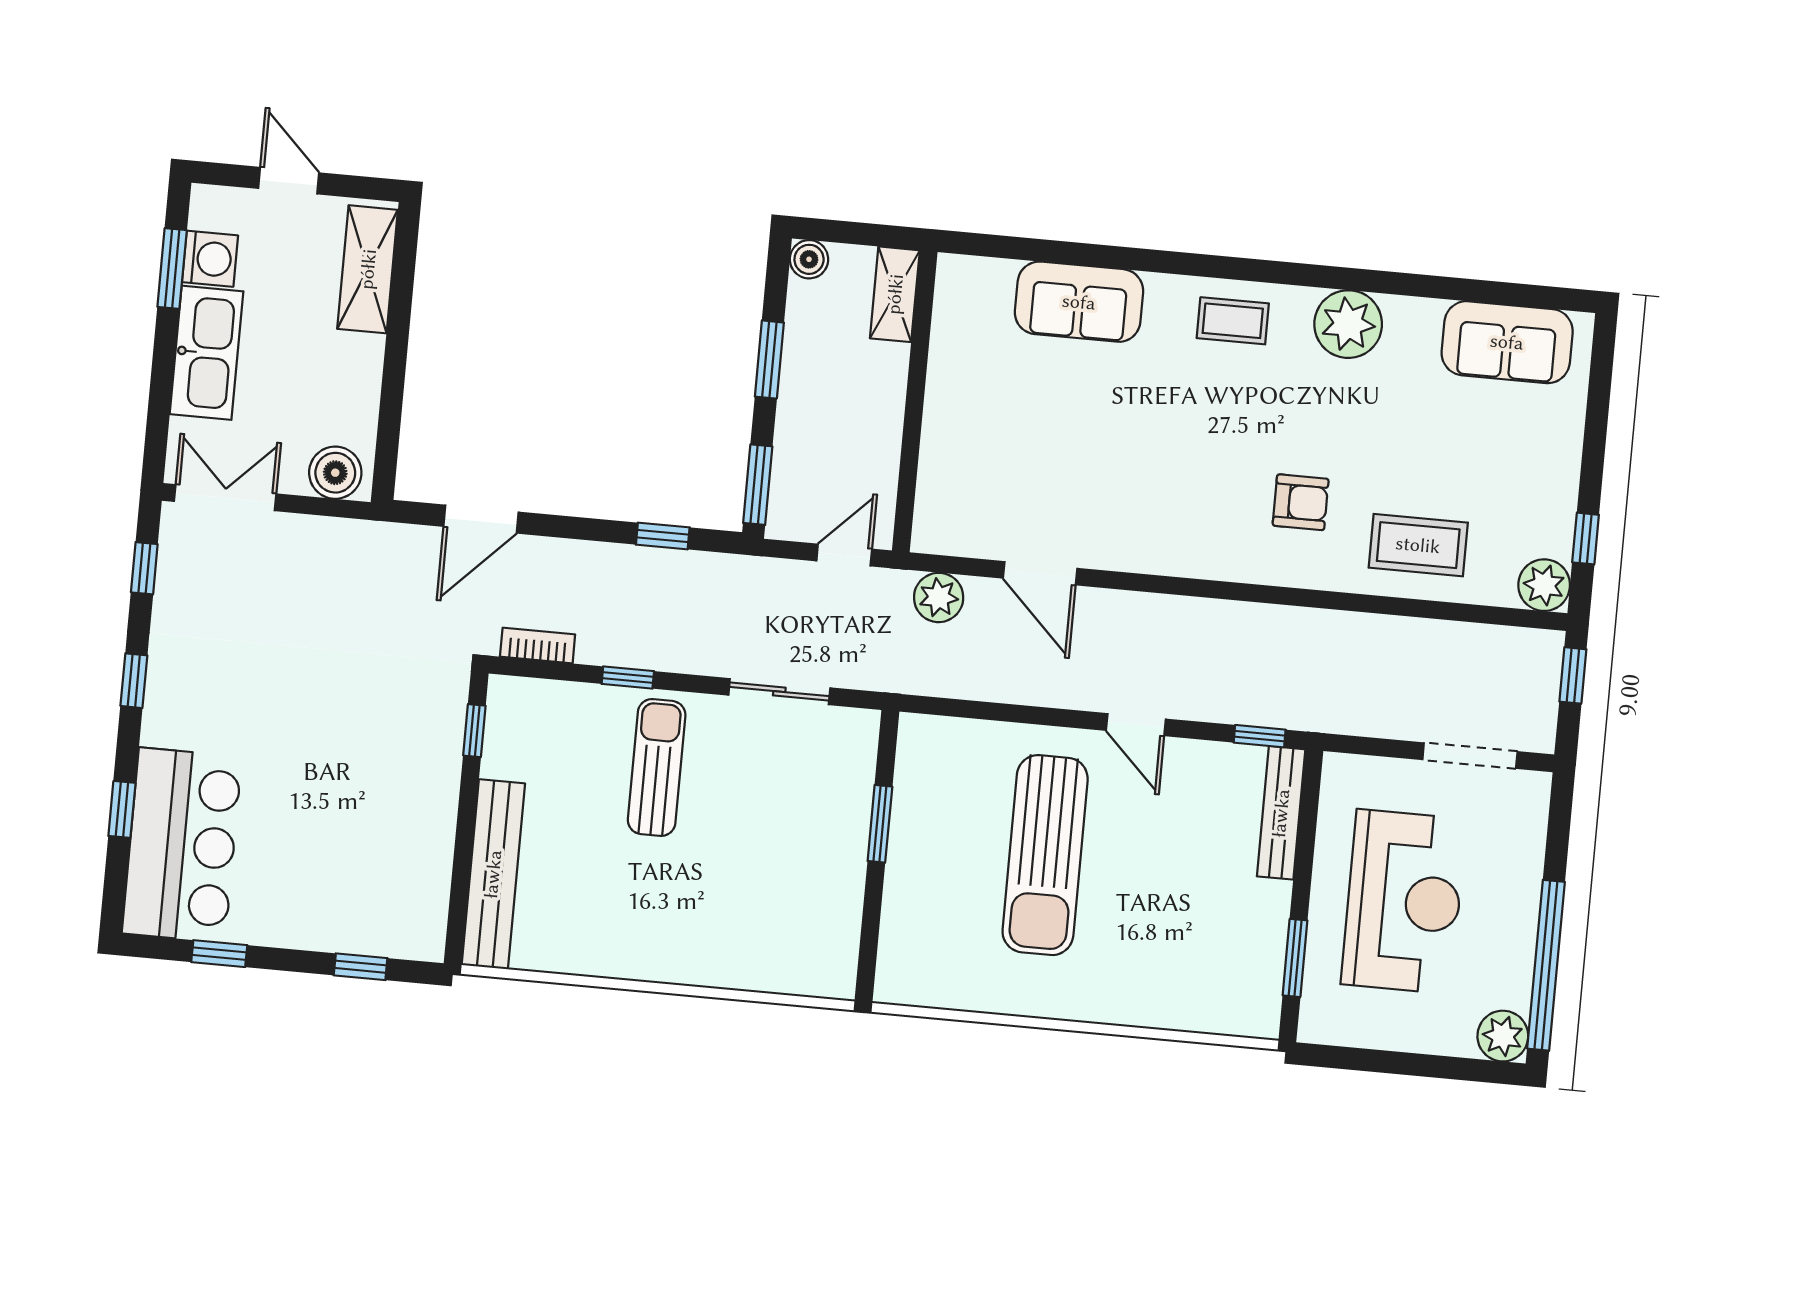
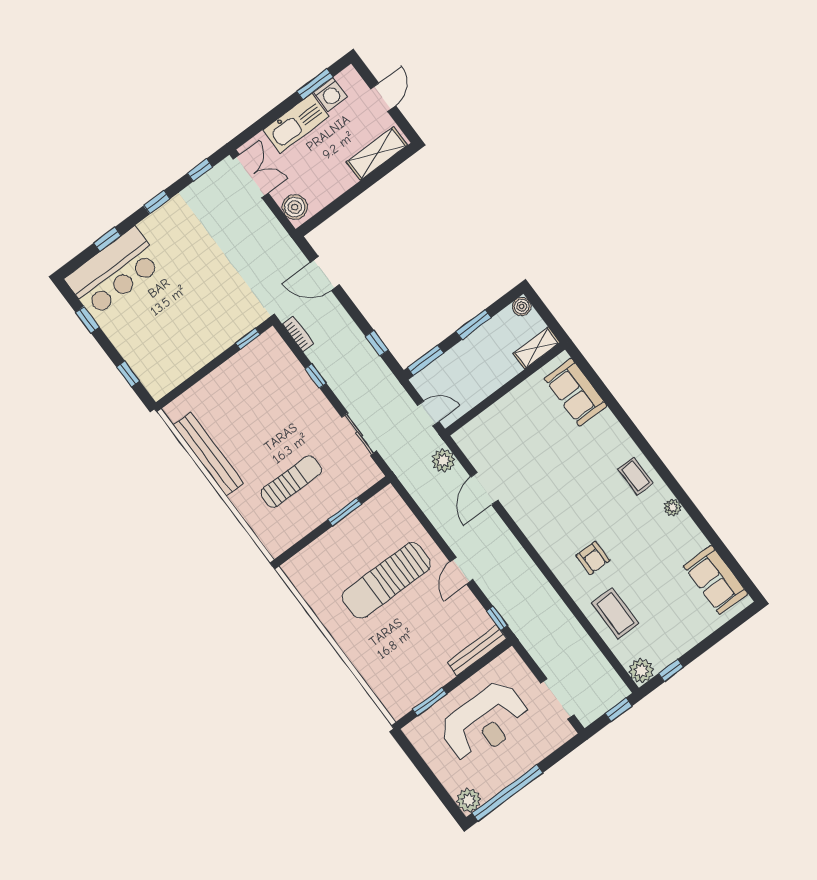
sofa: (1079, 302) -> (576, 392), moved
plant: (1348, 324) -> (673, 507), width x0.53, depth x0.53
sun lounger: (657, 767) -> (291, 482), moved
bench: (493, 874) -> (209, 454), moved, turned 90

